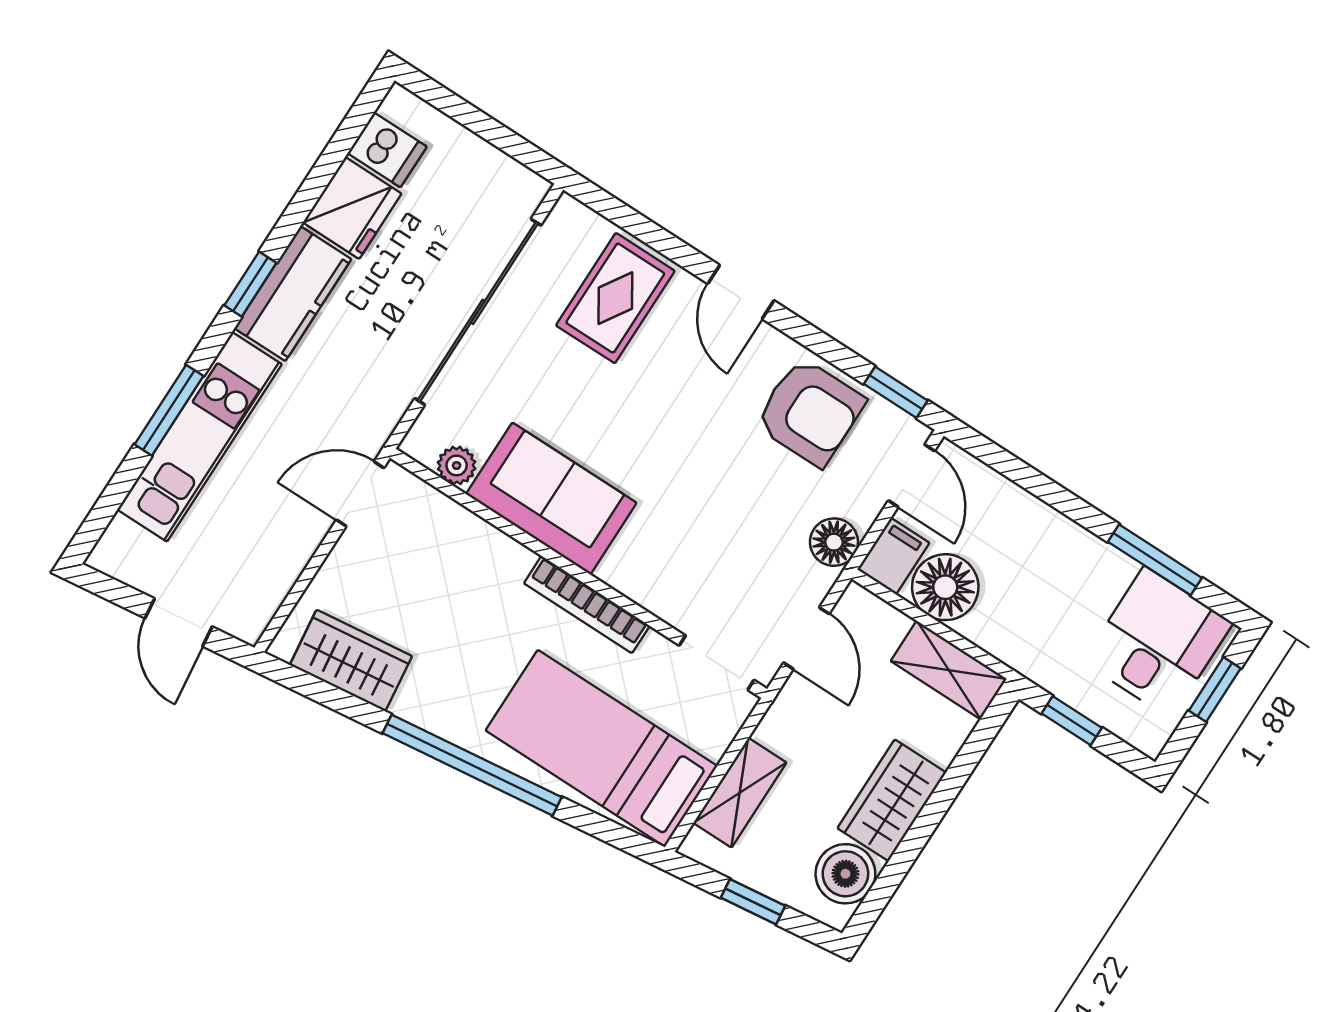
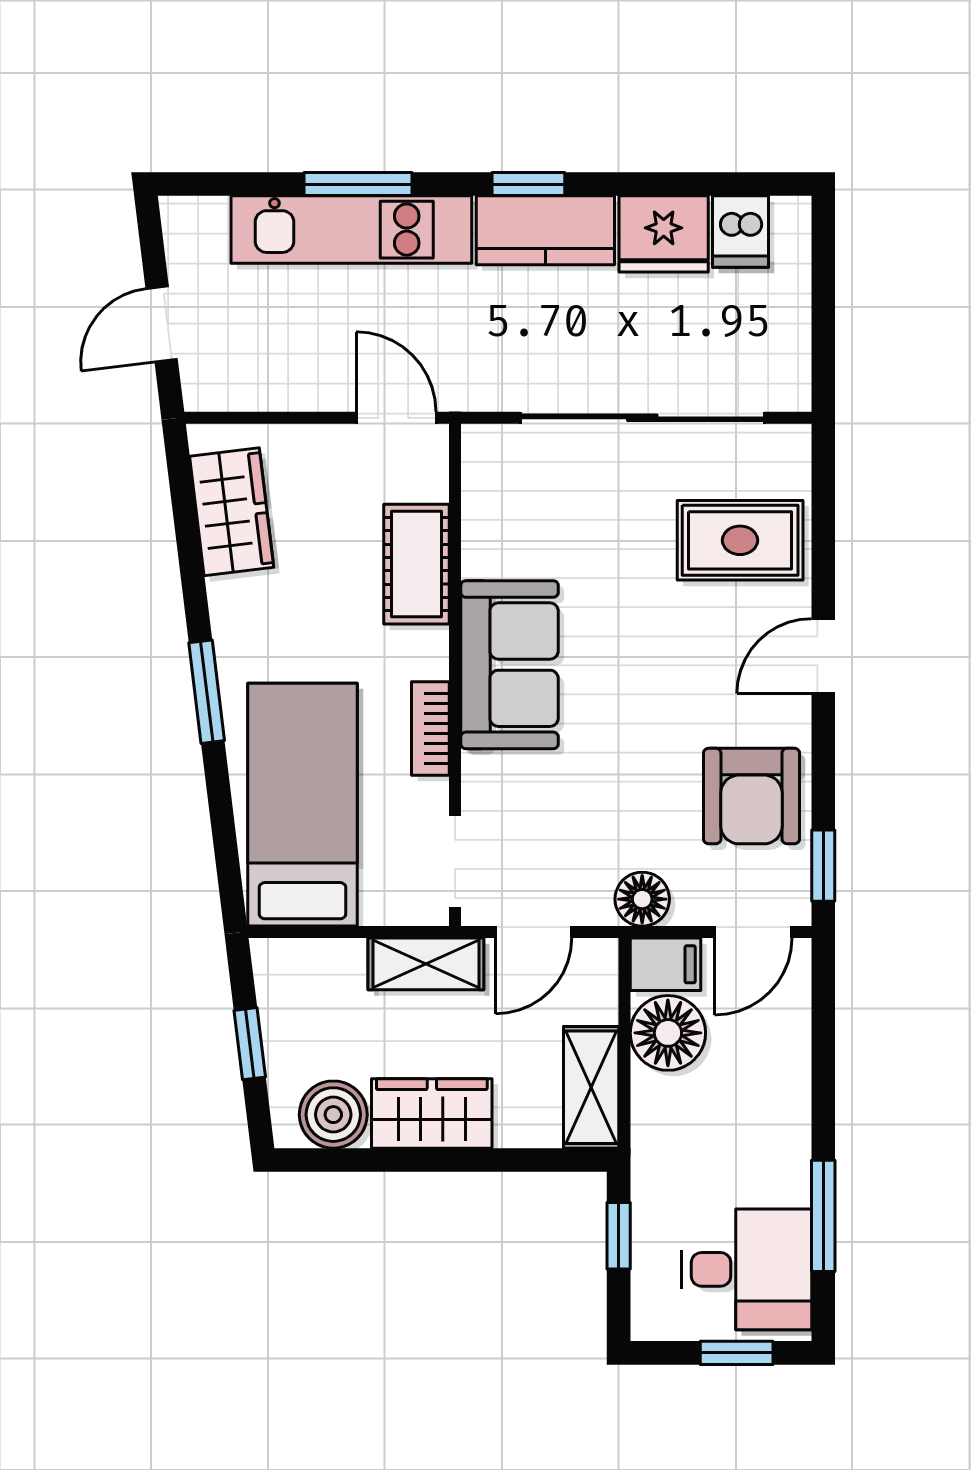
plant: (457, 465) -> (483, 492), removed
sofa: (551, 499) -> (510, 665), moved
cot: (478, 549) -> (417, 564), added
bookcase: (587, 605) -> (430, 728), width x0.64
window: (472, 765) -> (207, 692), width x0.47
shelving: (740, 793) -> (426, 964), moved

